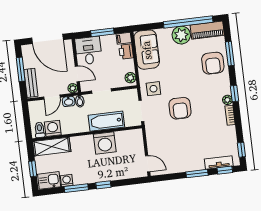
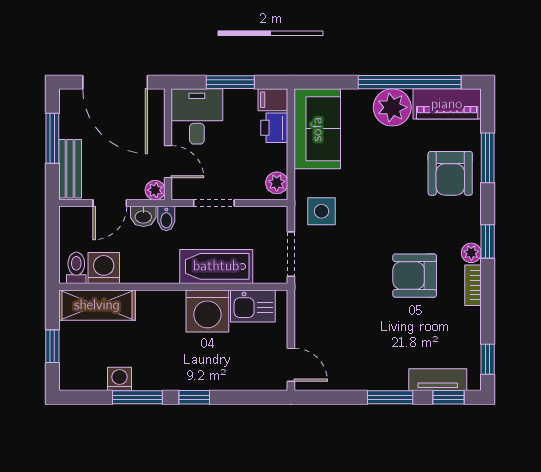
armchair: (180, 108) -> (415, 276), moved, turned 90
kitchen sink: (49, 180) -> (253, 306), moved, turned 180

